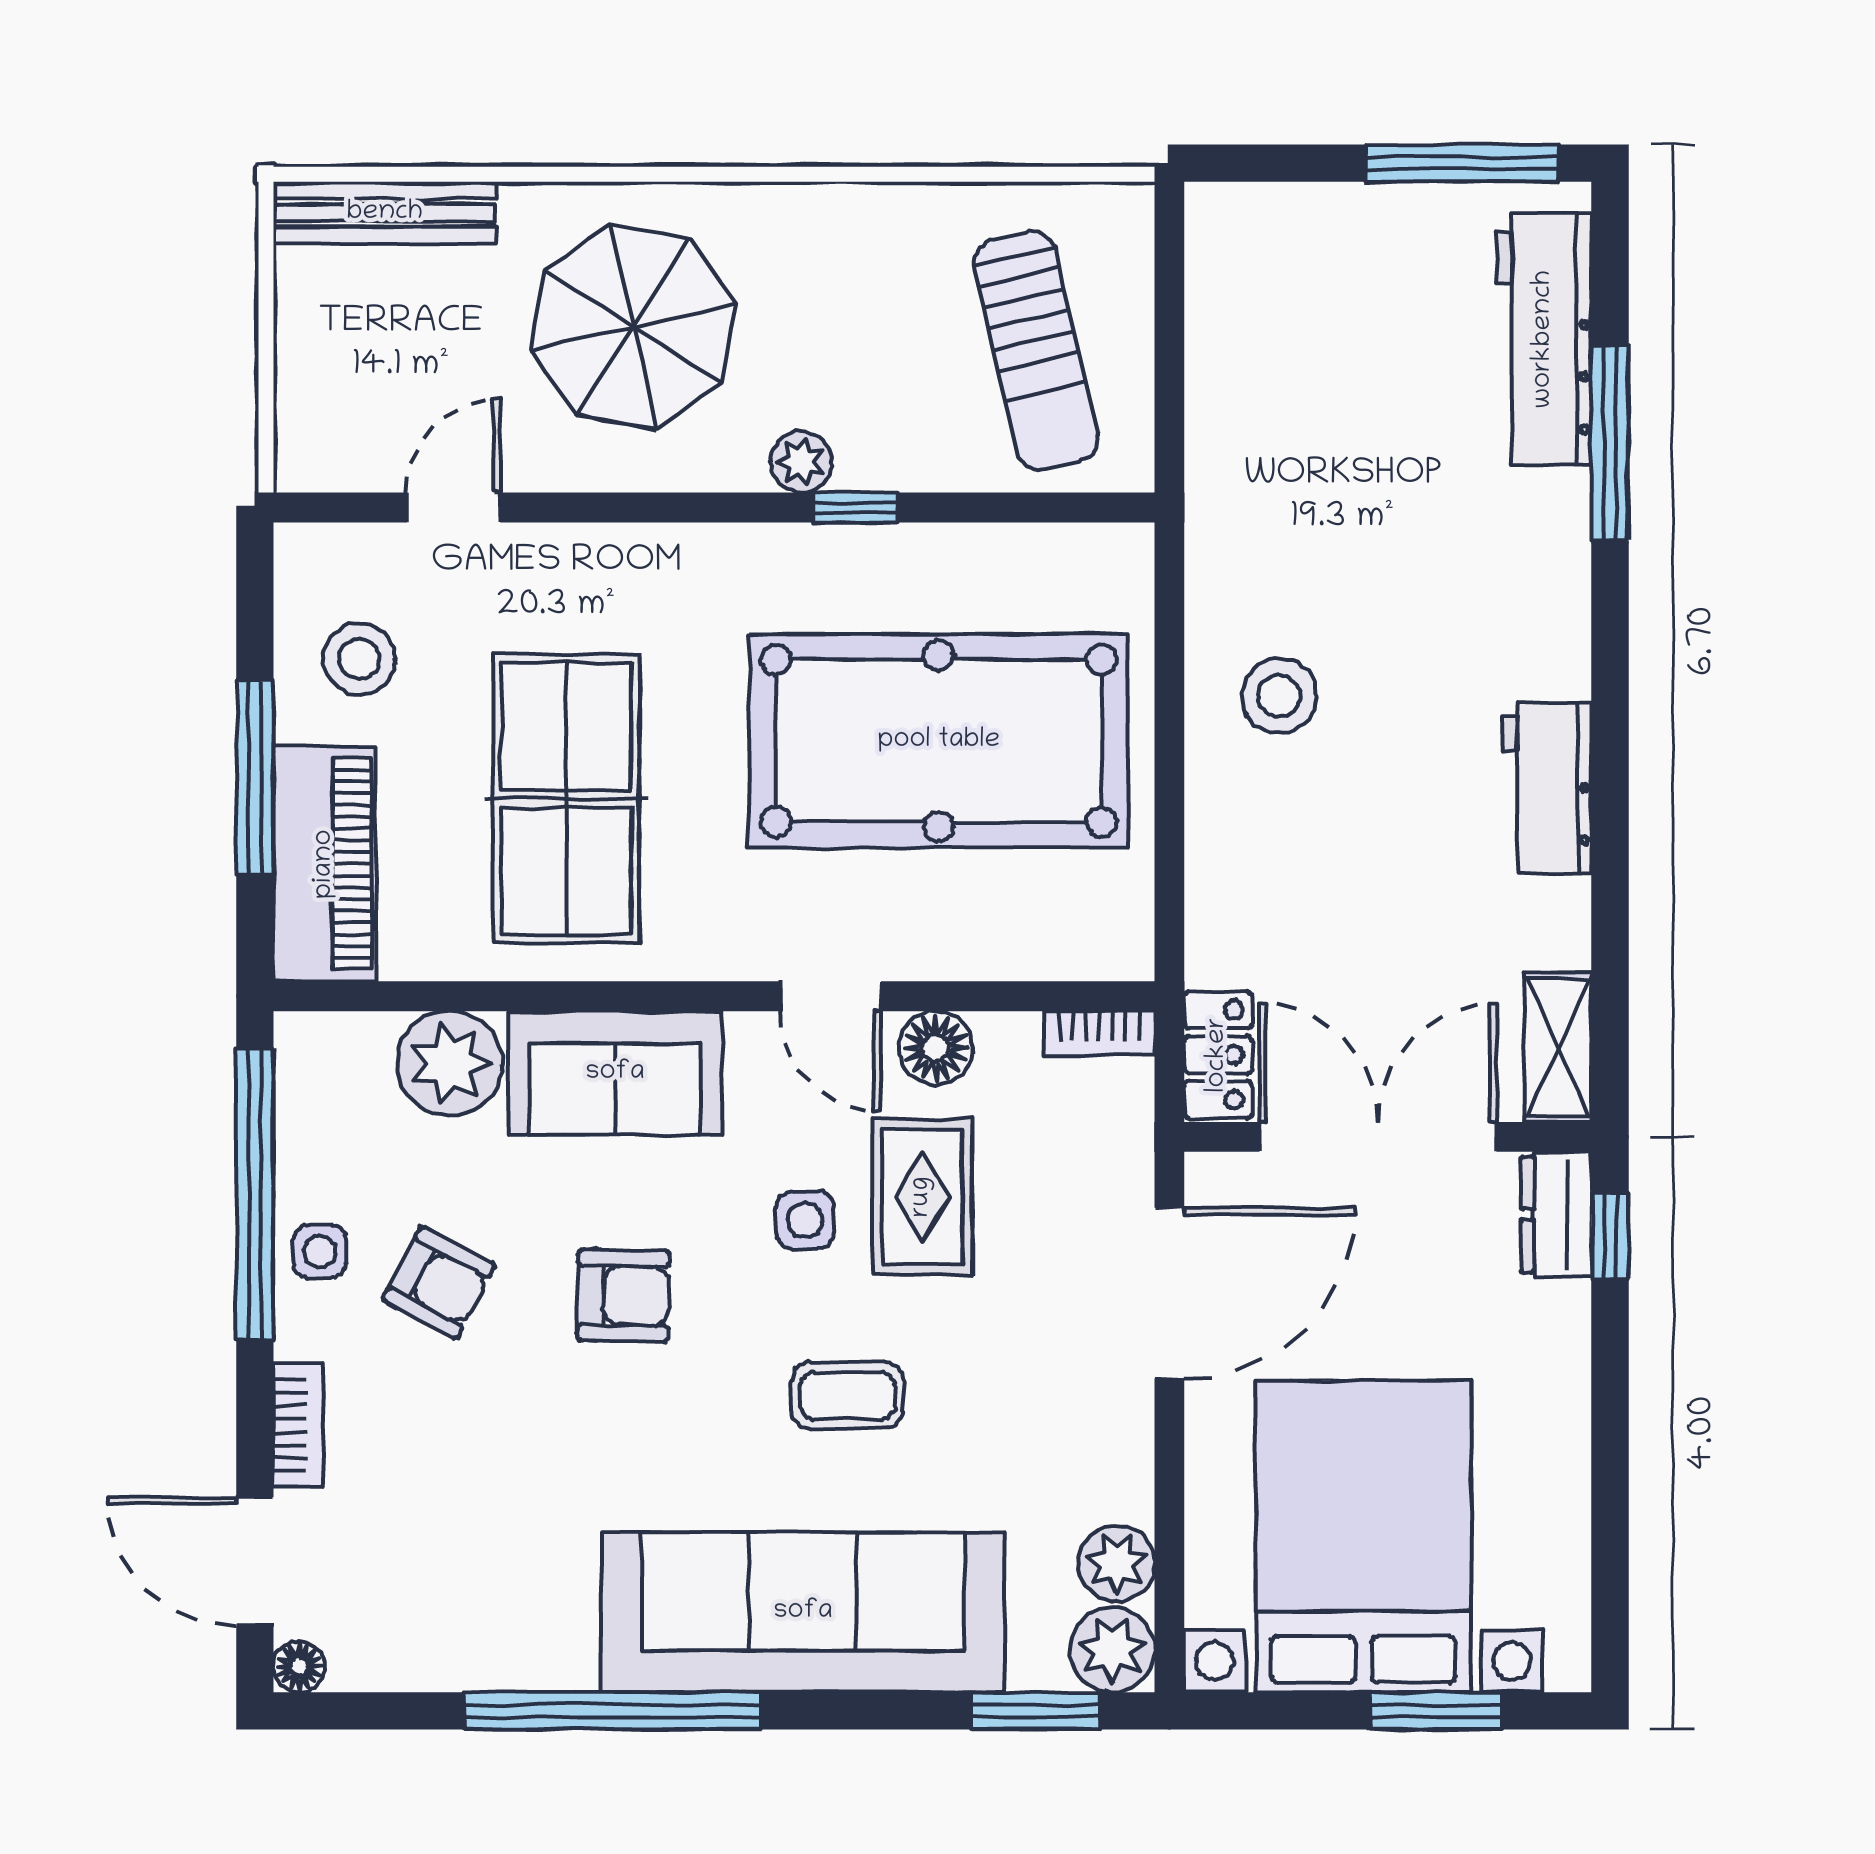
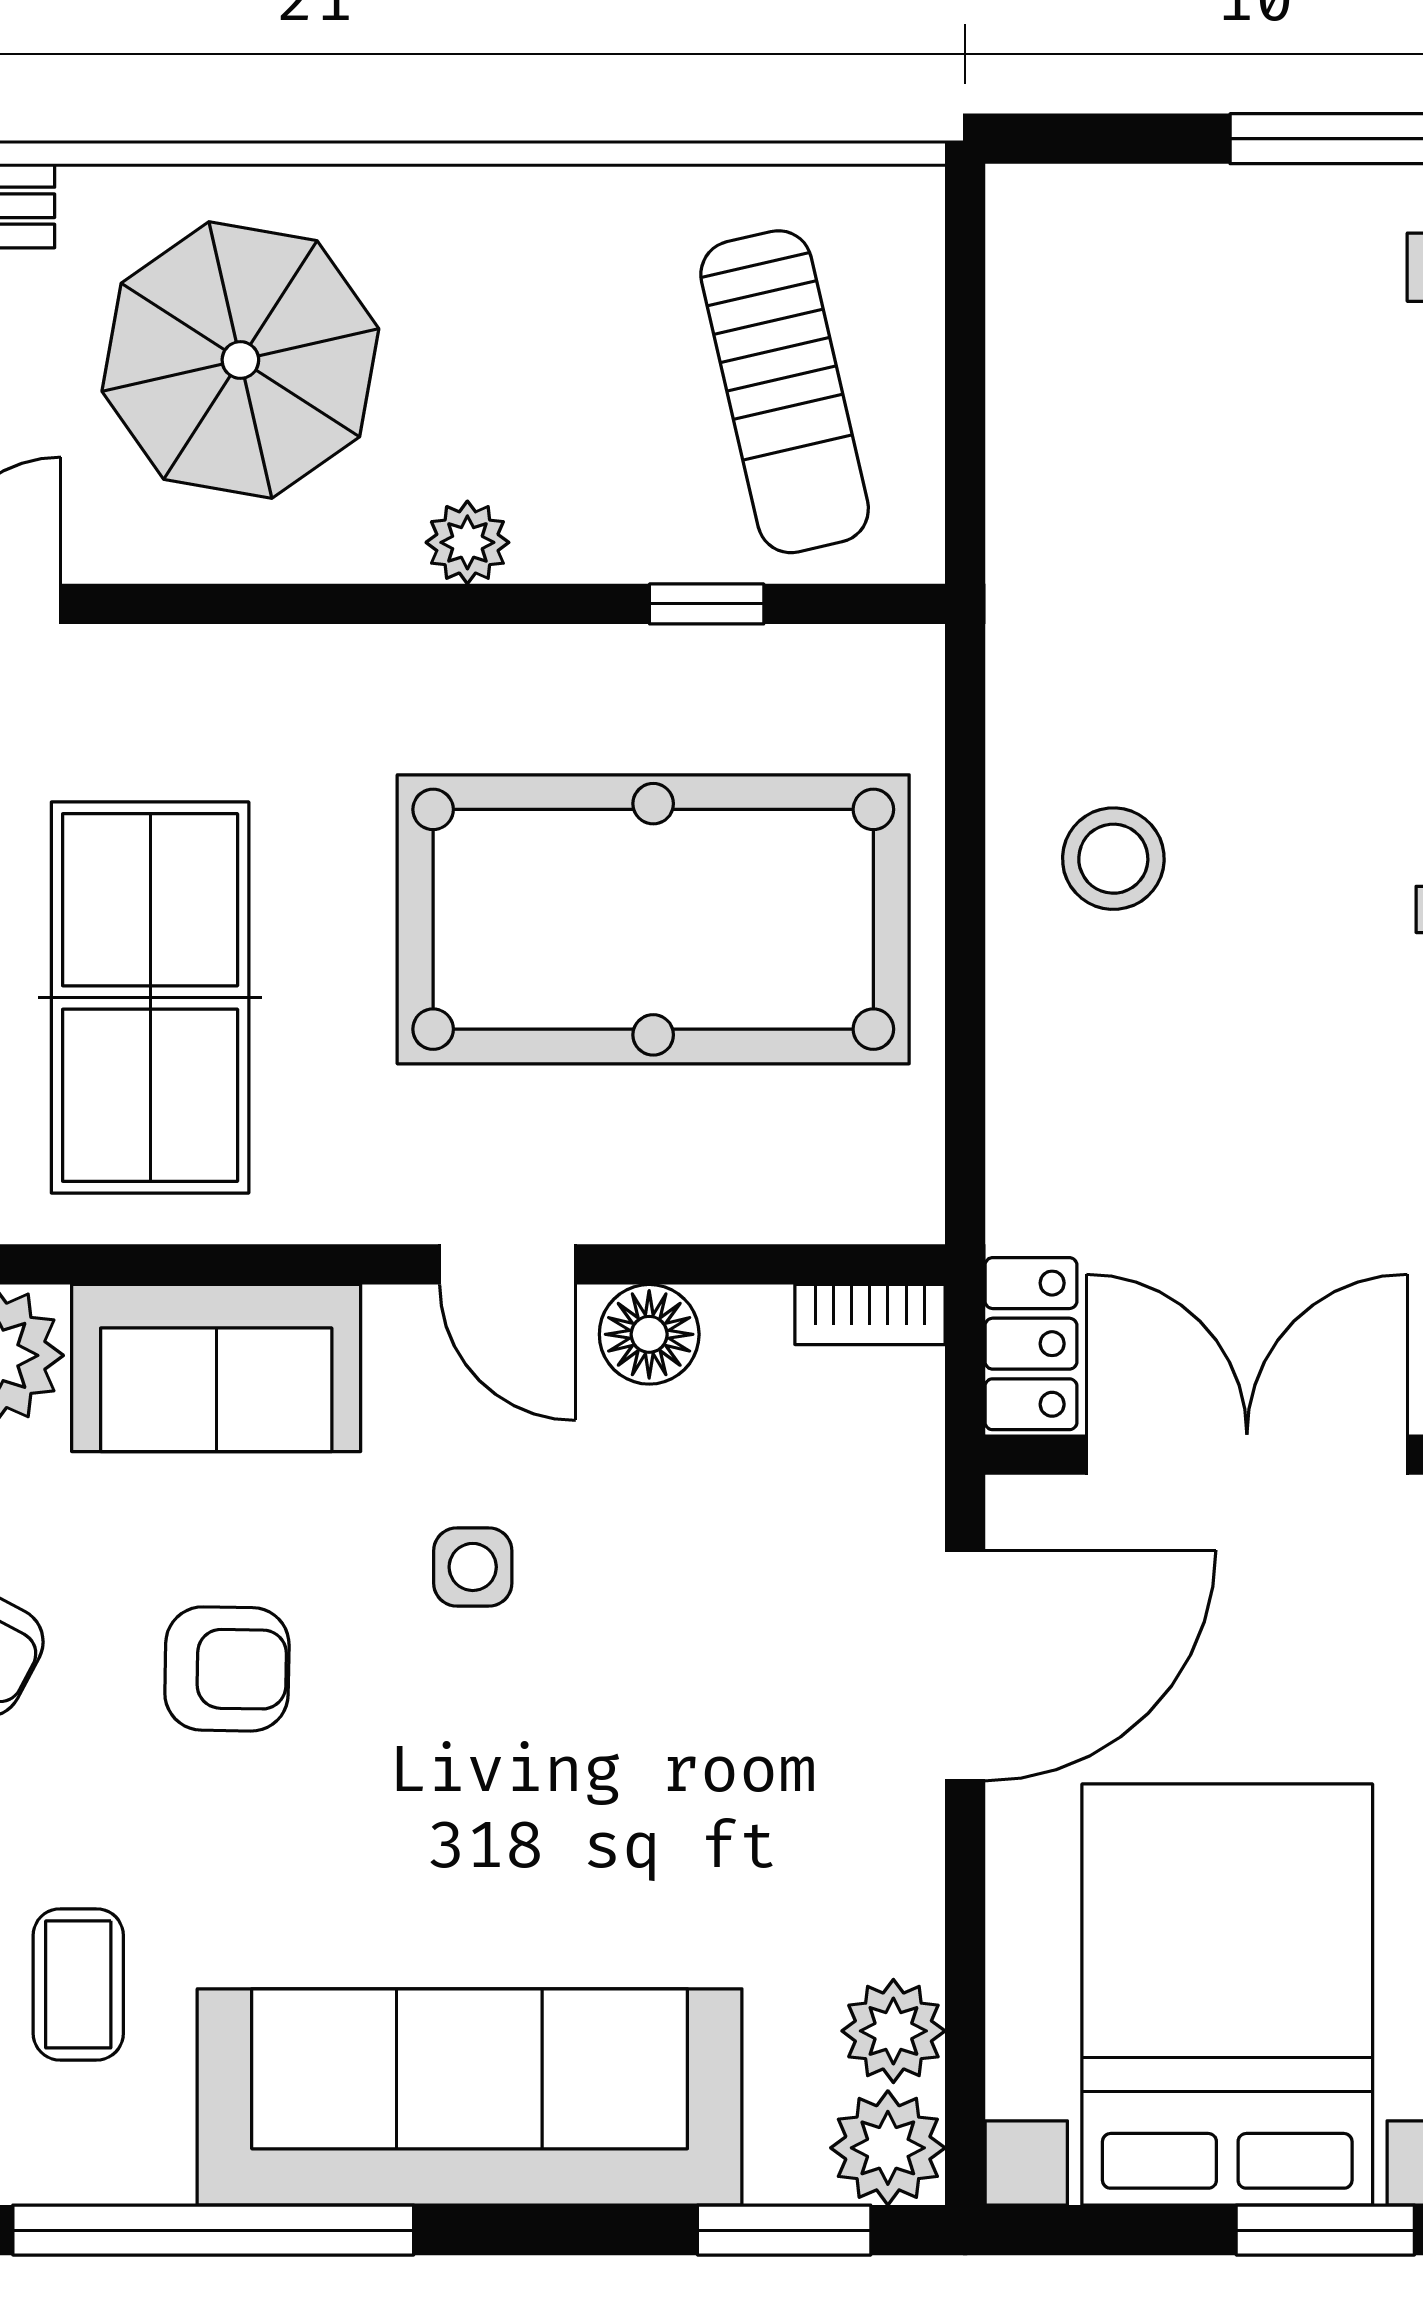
window: (855, 507) -> (707, 604), moved
rug: (922, 1197) -> (631, 1536), removed
coffee table: (848, 1396) -> (78, 1984), moved, turned 90

